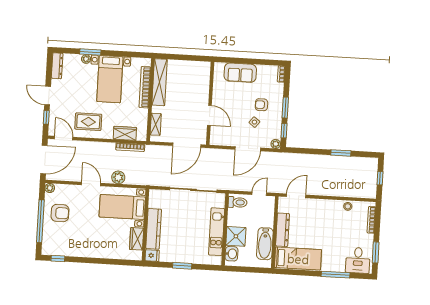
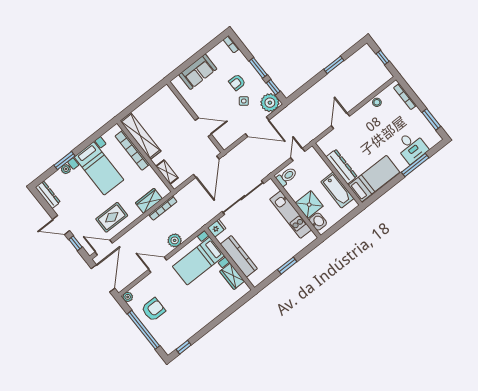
plant: (276, 144) -> (270, 103), width x1.88, depth x1.88
door: (248, 149) -> (257, 127), hinge flipped
door: (296, 196) -> (340, 121), moved
fridge: (152, 256) -> (217, 228), moved
desk: (358, 260) -> (411, 147), moved

